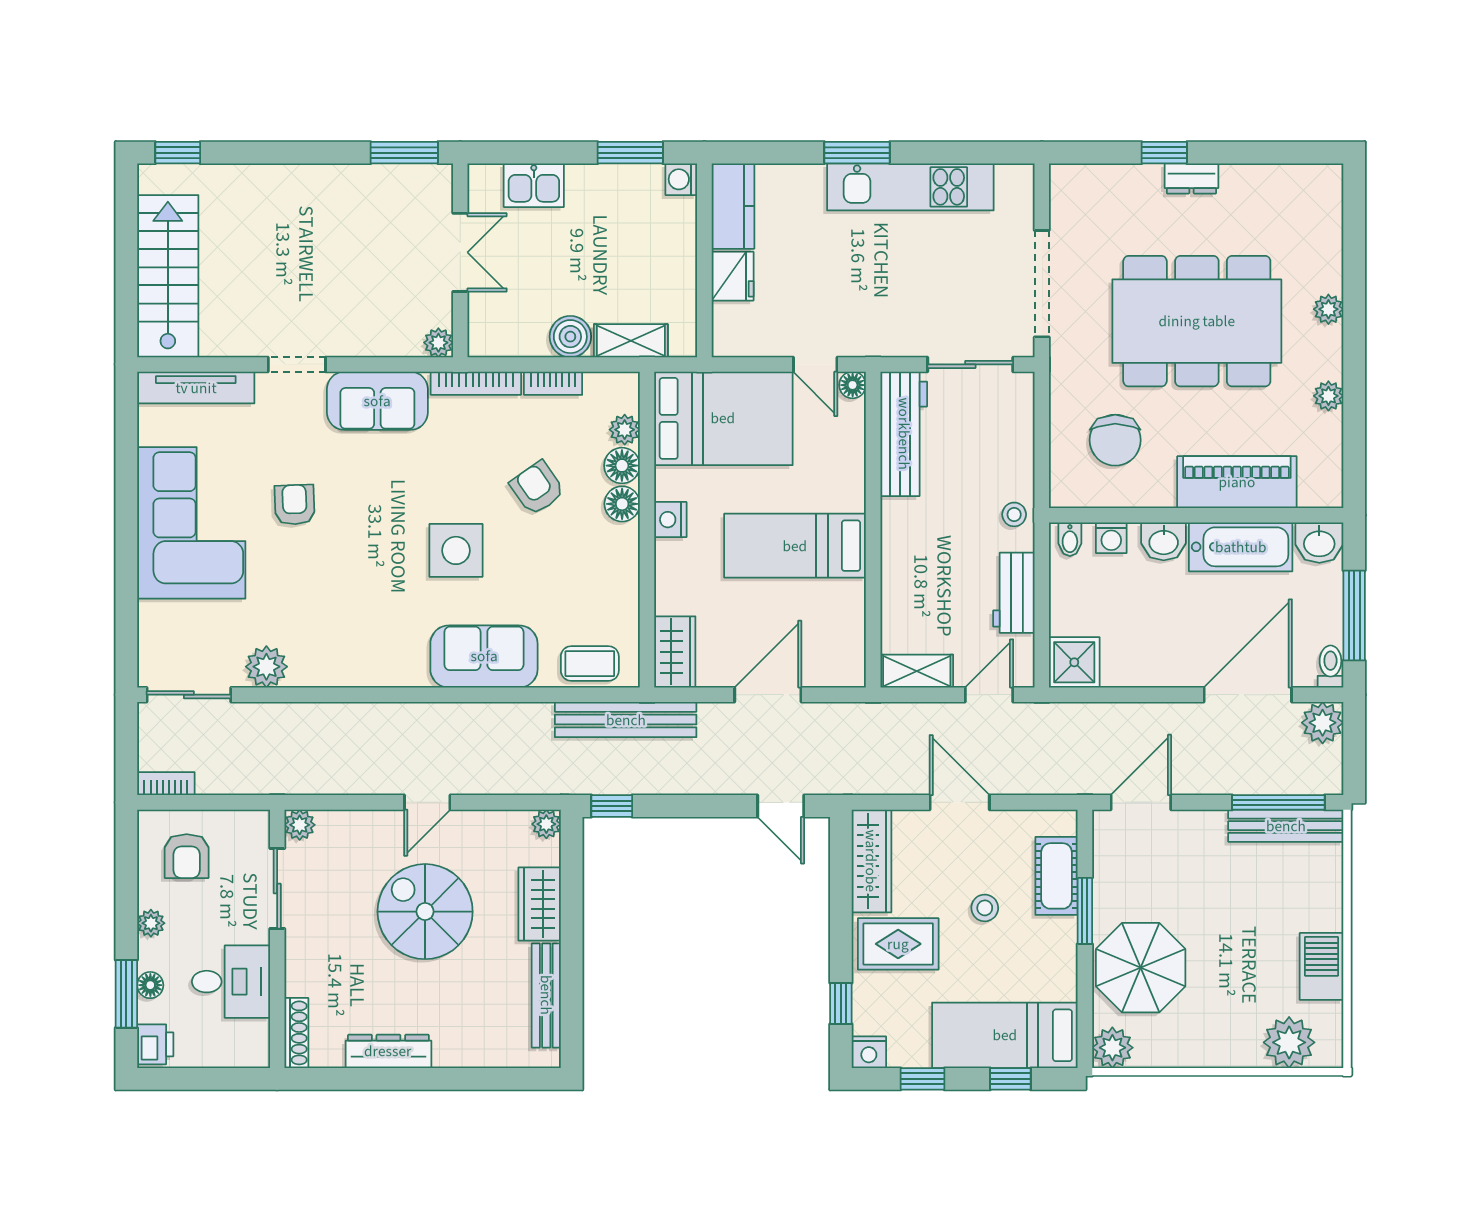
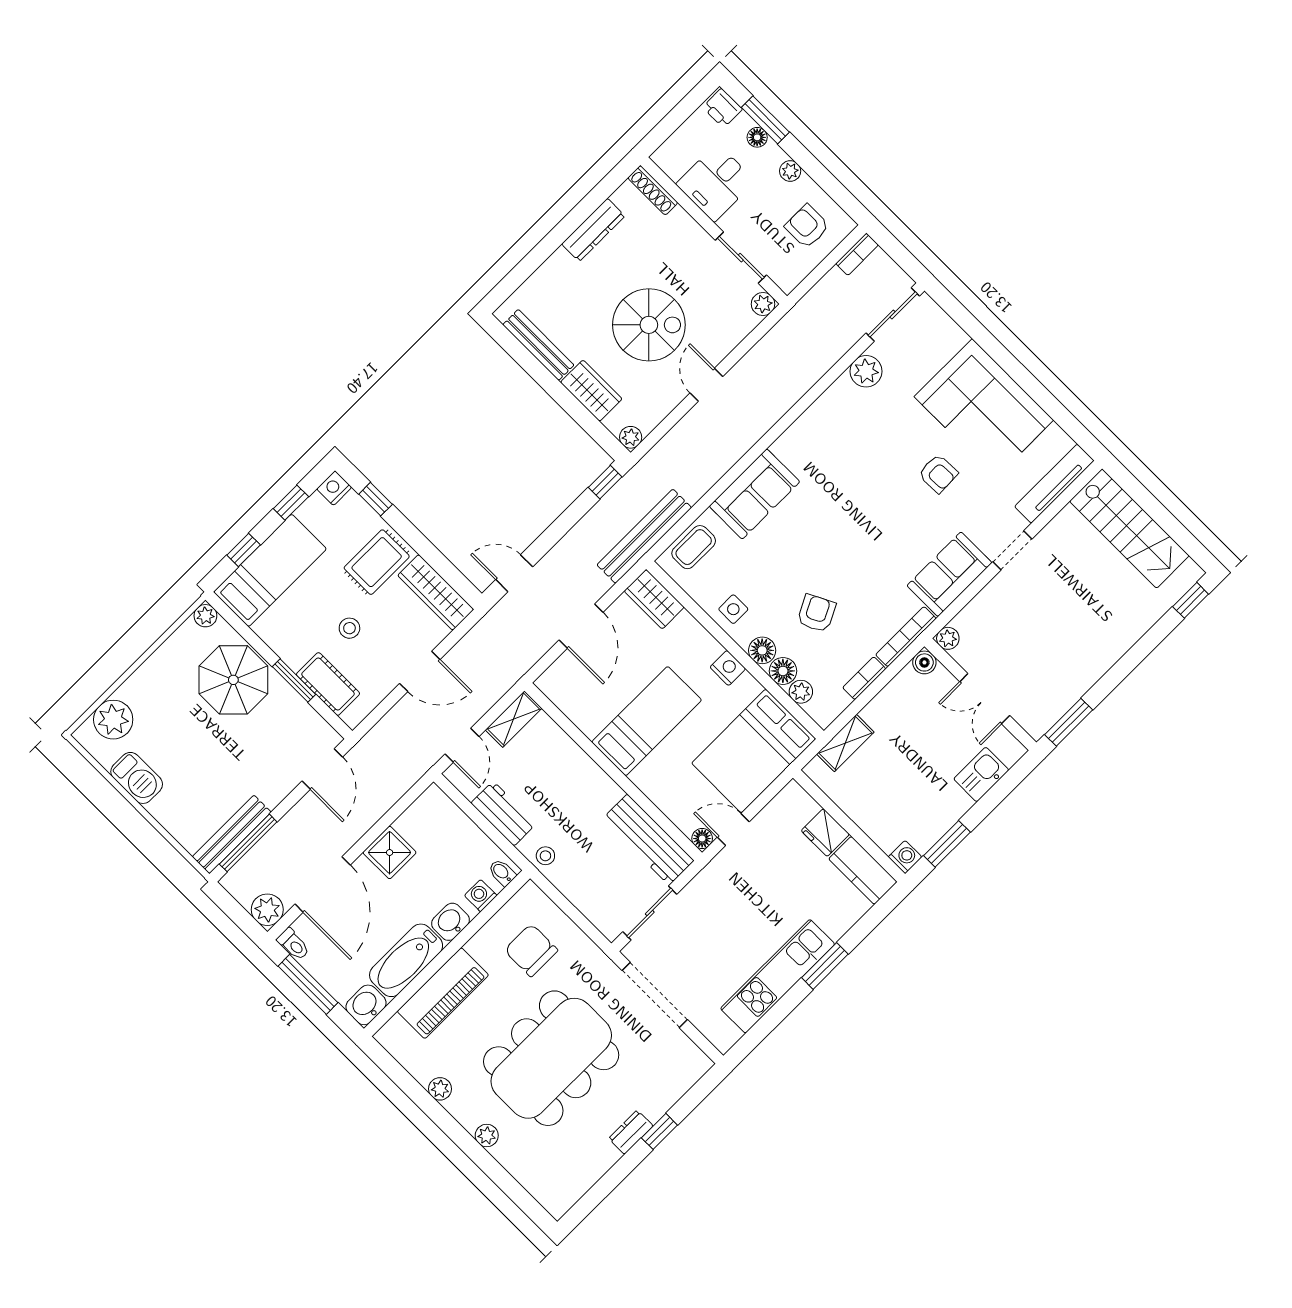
boiler: (570, 337) -> (924, 662), moved, width x0.73, depth x0.73
armchair: (537, 488) -> (816, 613), turned -82
side table: (456, 550) -> (733, 609), moved, width x0.54, depth x0.54
shower: (1074, 662) -> (390, 852), moved
plant: (1112, 1048) -> (205, 616), width x0.73, depth x0.73

